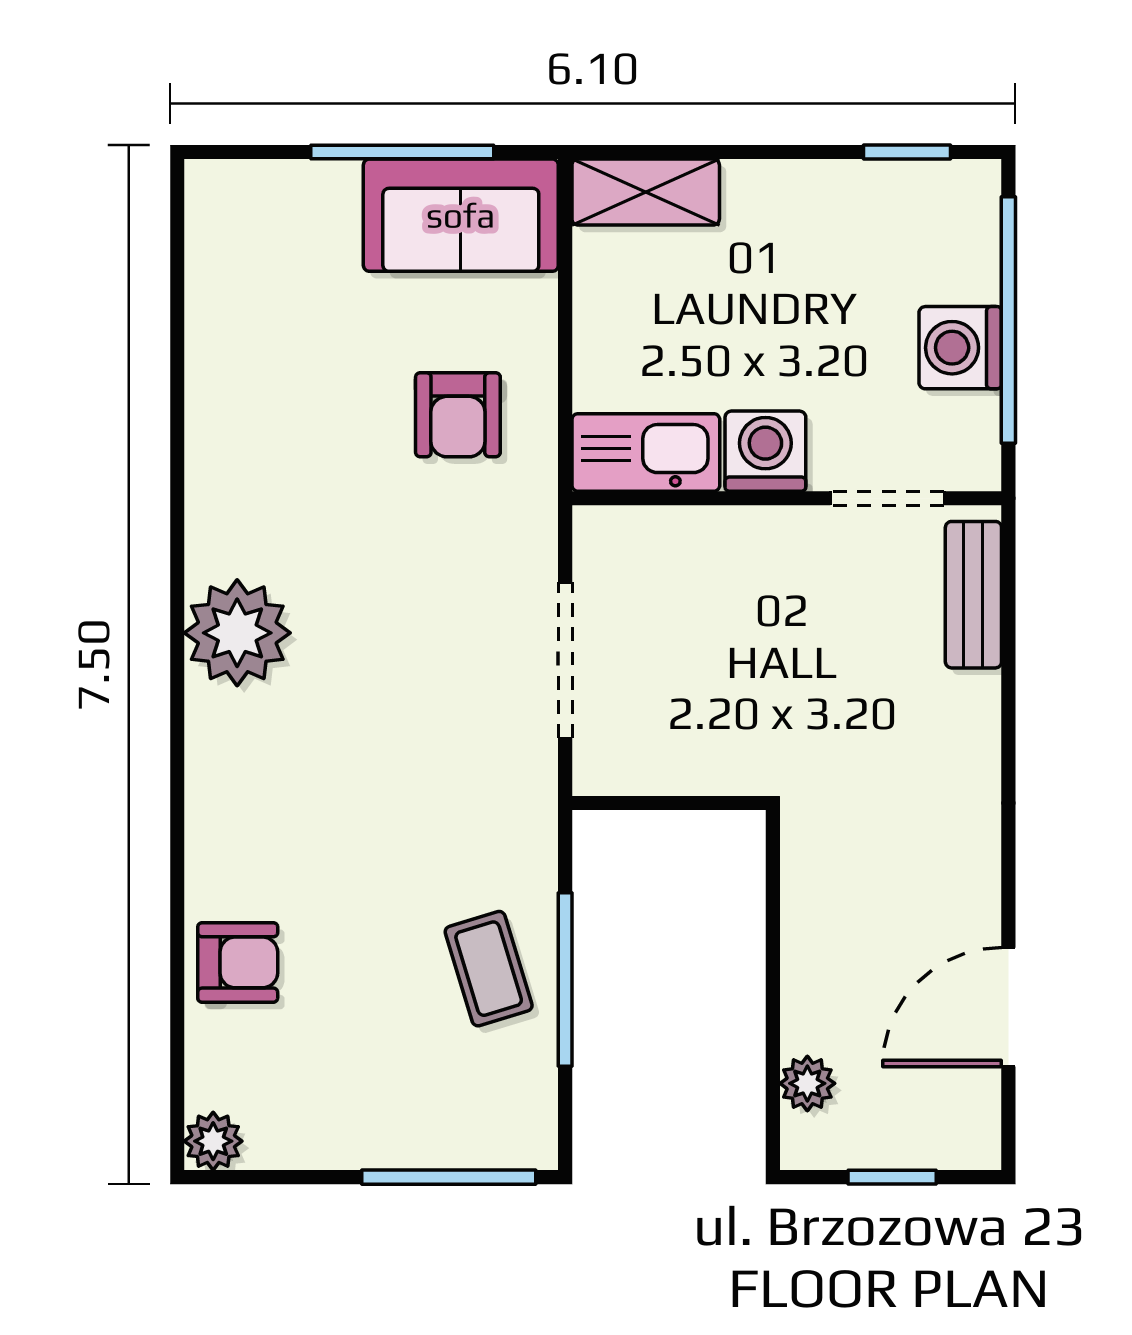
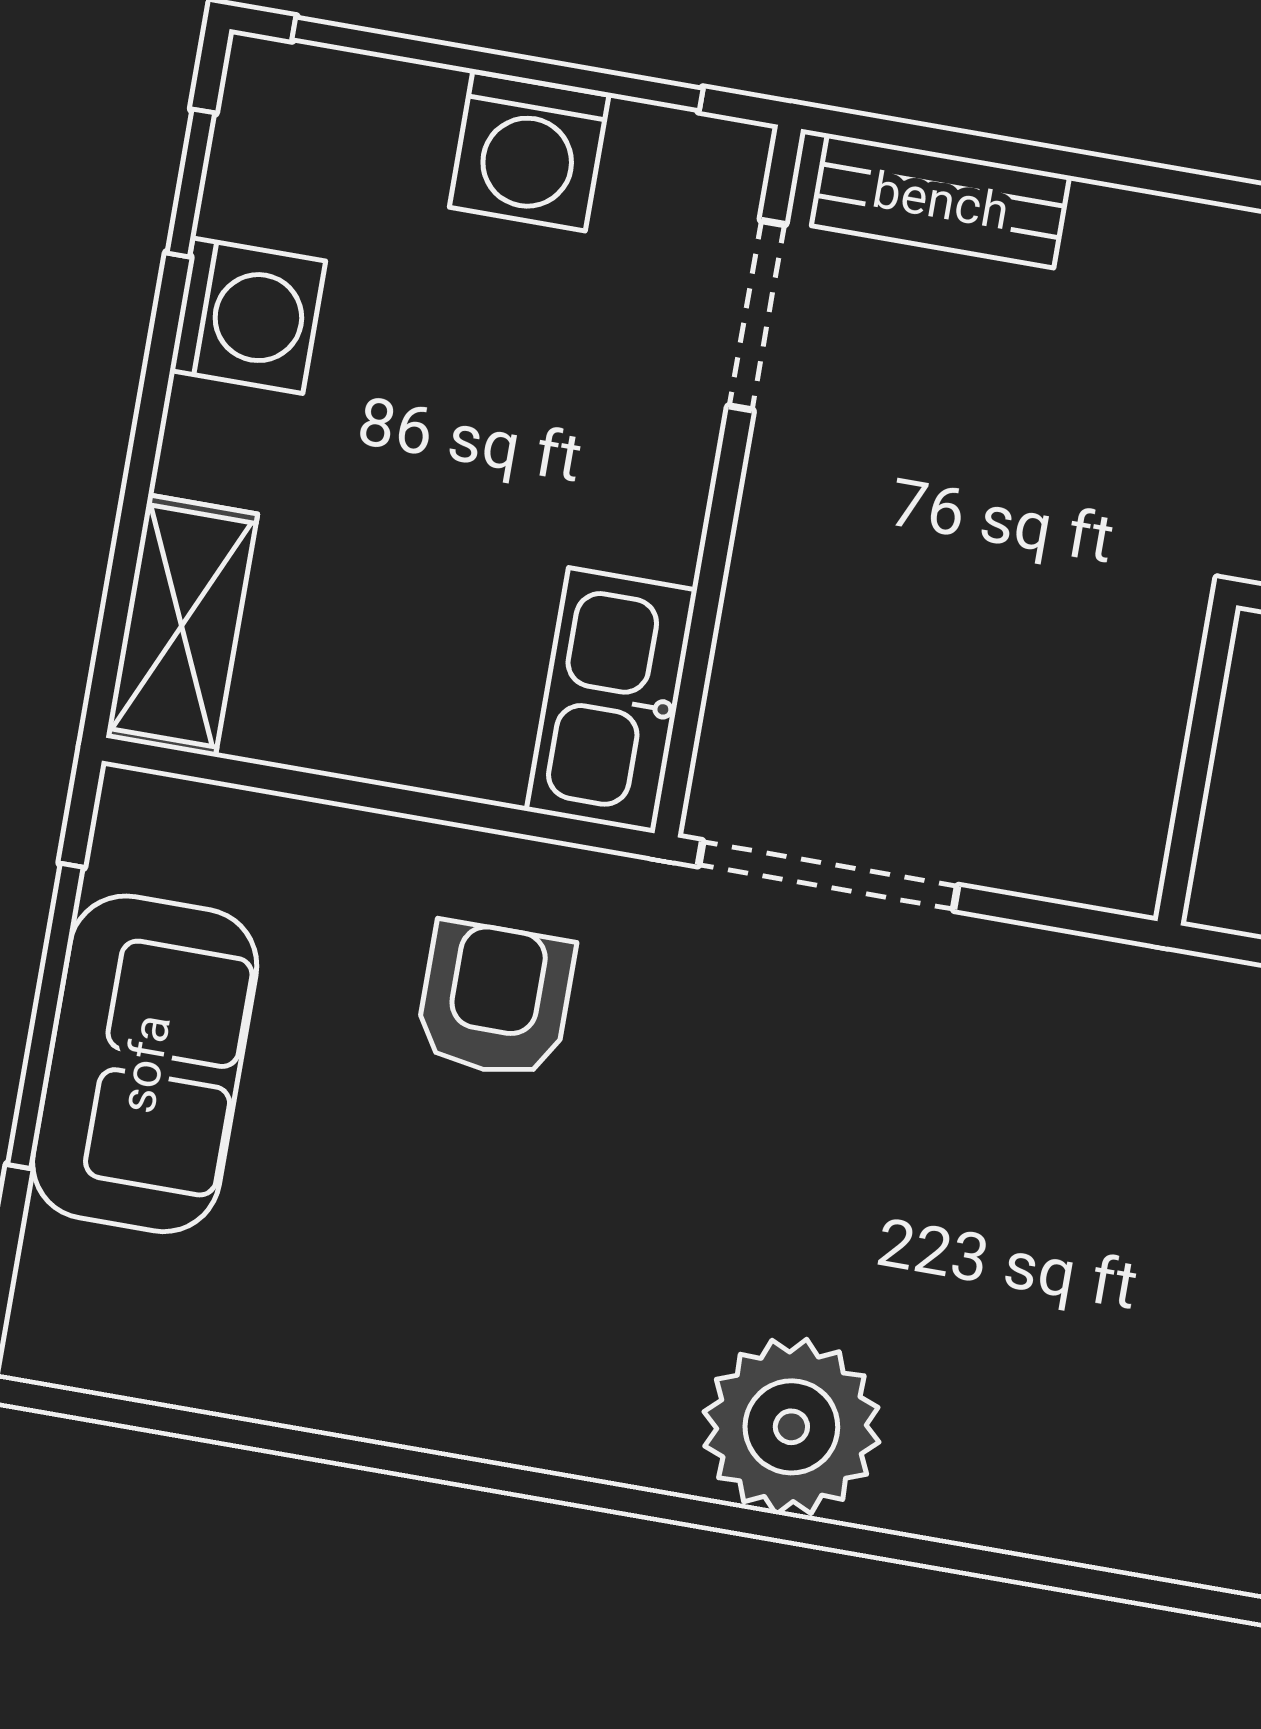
sofa: (461, 215) -> (145, 1064), moved
armchair: (458, 415) -> (495, 1000), turned -90
washing machine: (765, 451) -> (248, 316), moved, turned 180
doorway: (565, 660) -> (828, 876), moved

